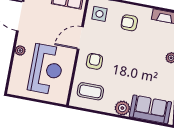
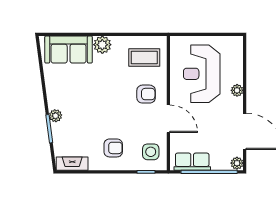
door: (80, 38) -> (168, 119), hinge flipped
armchair: (94, 61) -> (146, 94), turned -90

